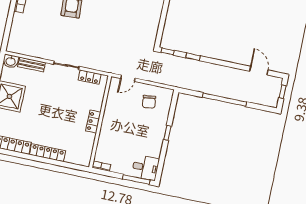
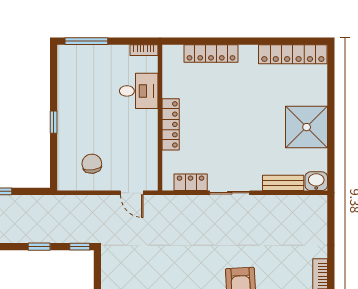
door: (128, 78) -> (132, 193), swing flipped
locker: (93, 122) -> (171, 124), width x1.53
locker: (48, 153) -> (211, 53), moved
desk: (145, 167) -> (139, 91), moved, turned 180

